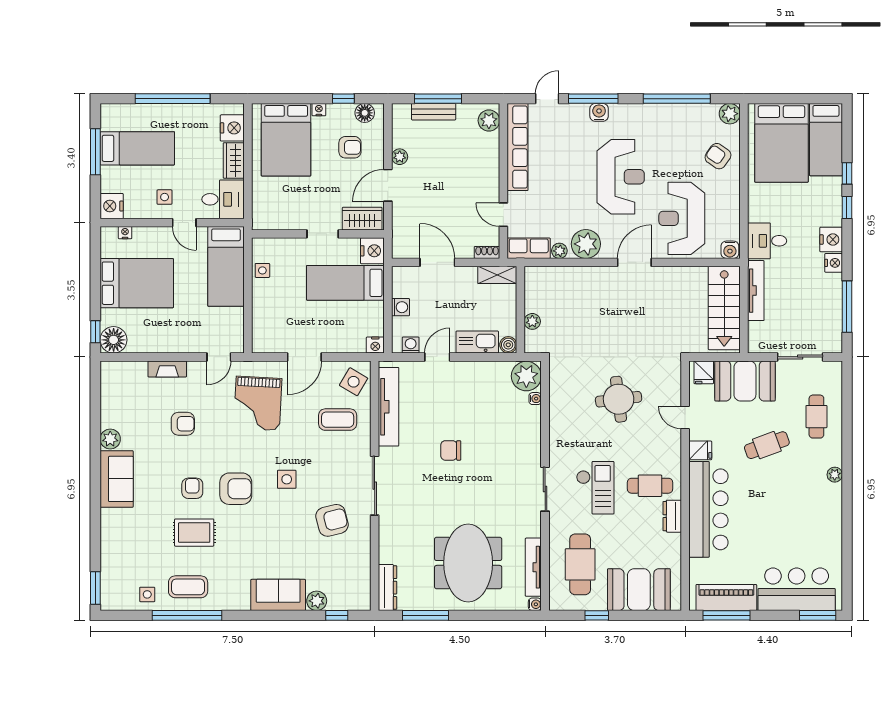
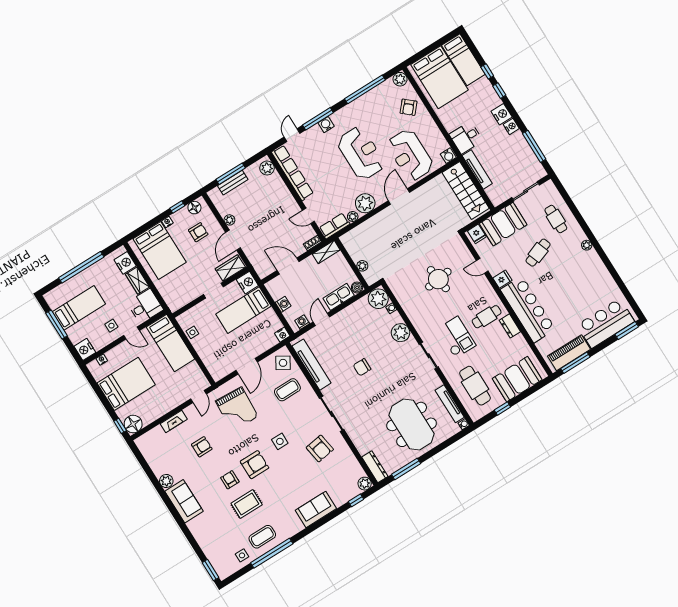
armchair: (718, 156) -> (409, 107), turned -84
plant: (528, 437) -> (401, 333), added
armchair: (332, 520) -> (320, 448), turned 95
plant: (317, 601) -> (365, 484), moved

